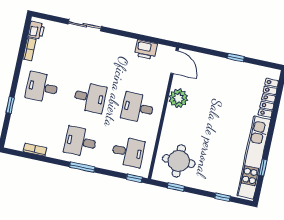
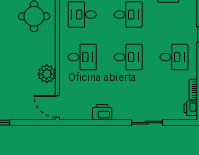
printer: (146, 50) -> (102, 112), moved
desk: (90, 97) -> (128, 57), turned 180

